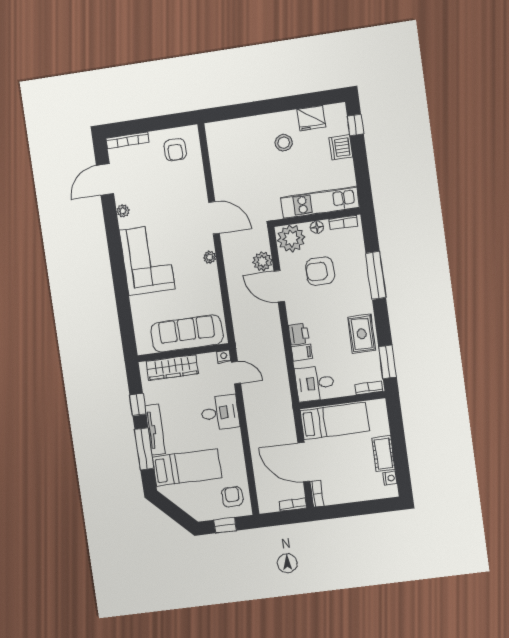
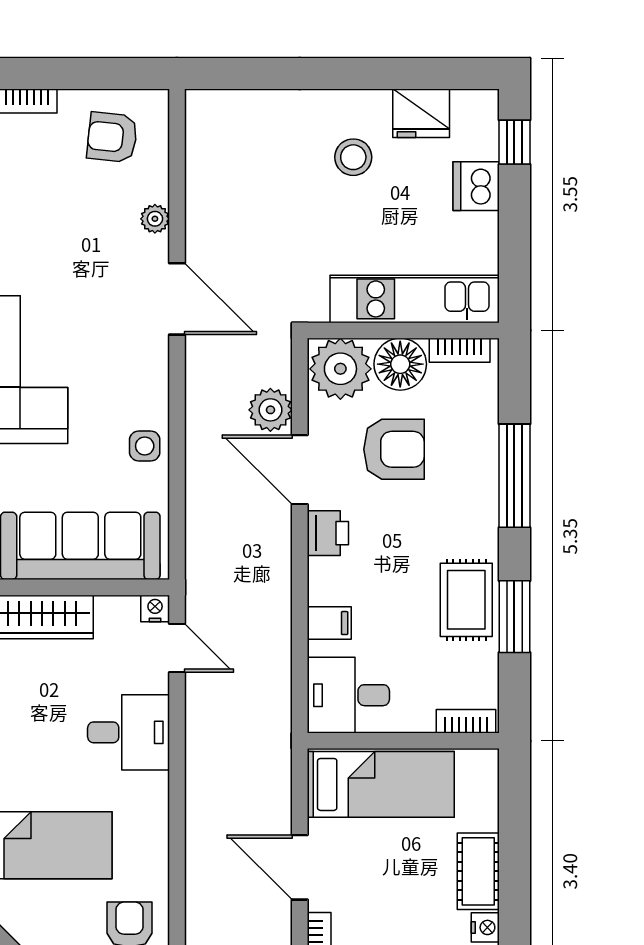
armchair: (175, 150) -> (112, 137), turned 96
floor lamp: (317, 227) -> (400, 364), width x1.89, depth x1.89
plant: (210, 257) -> (155, 219), moved
armchair: (320, 271) -> (394, 449), turned 180
side table: (209, 285) -> (145, 446), added
printer: (299, 334) -> (328, 533), moved
window: (388, 362) -> (514, 617), moved
door: (304, 462) -> (300, 867), width x0.73

